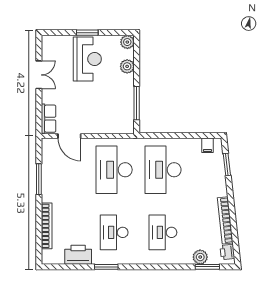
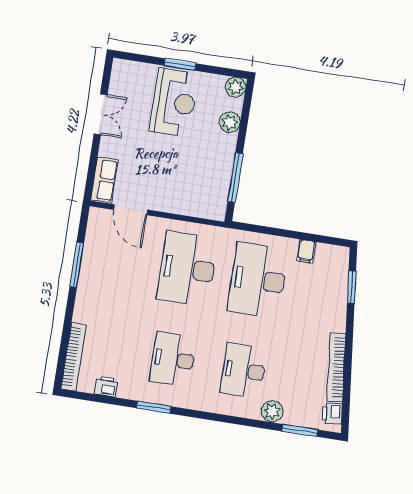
filing cabinet: (207, 145) -> (306, 251), moved
bookcase: (47, 226) -> (74, 357), moved
printer: (78, 255) -> (106, 386), width x0.53, depth x0.68
plant: (200, 257) -> (272, 411), moved

